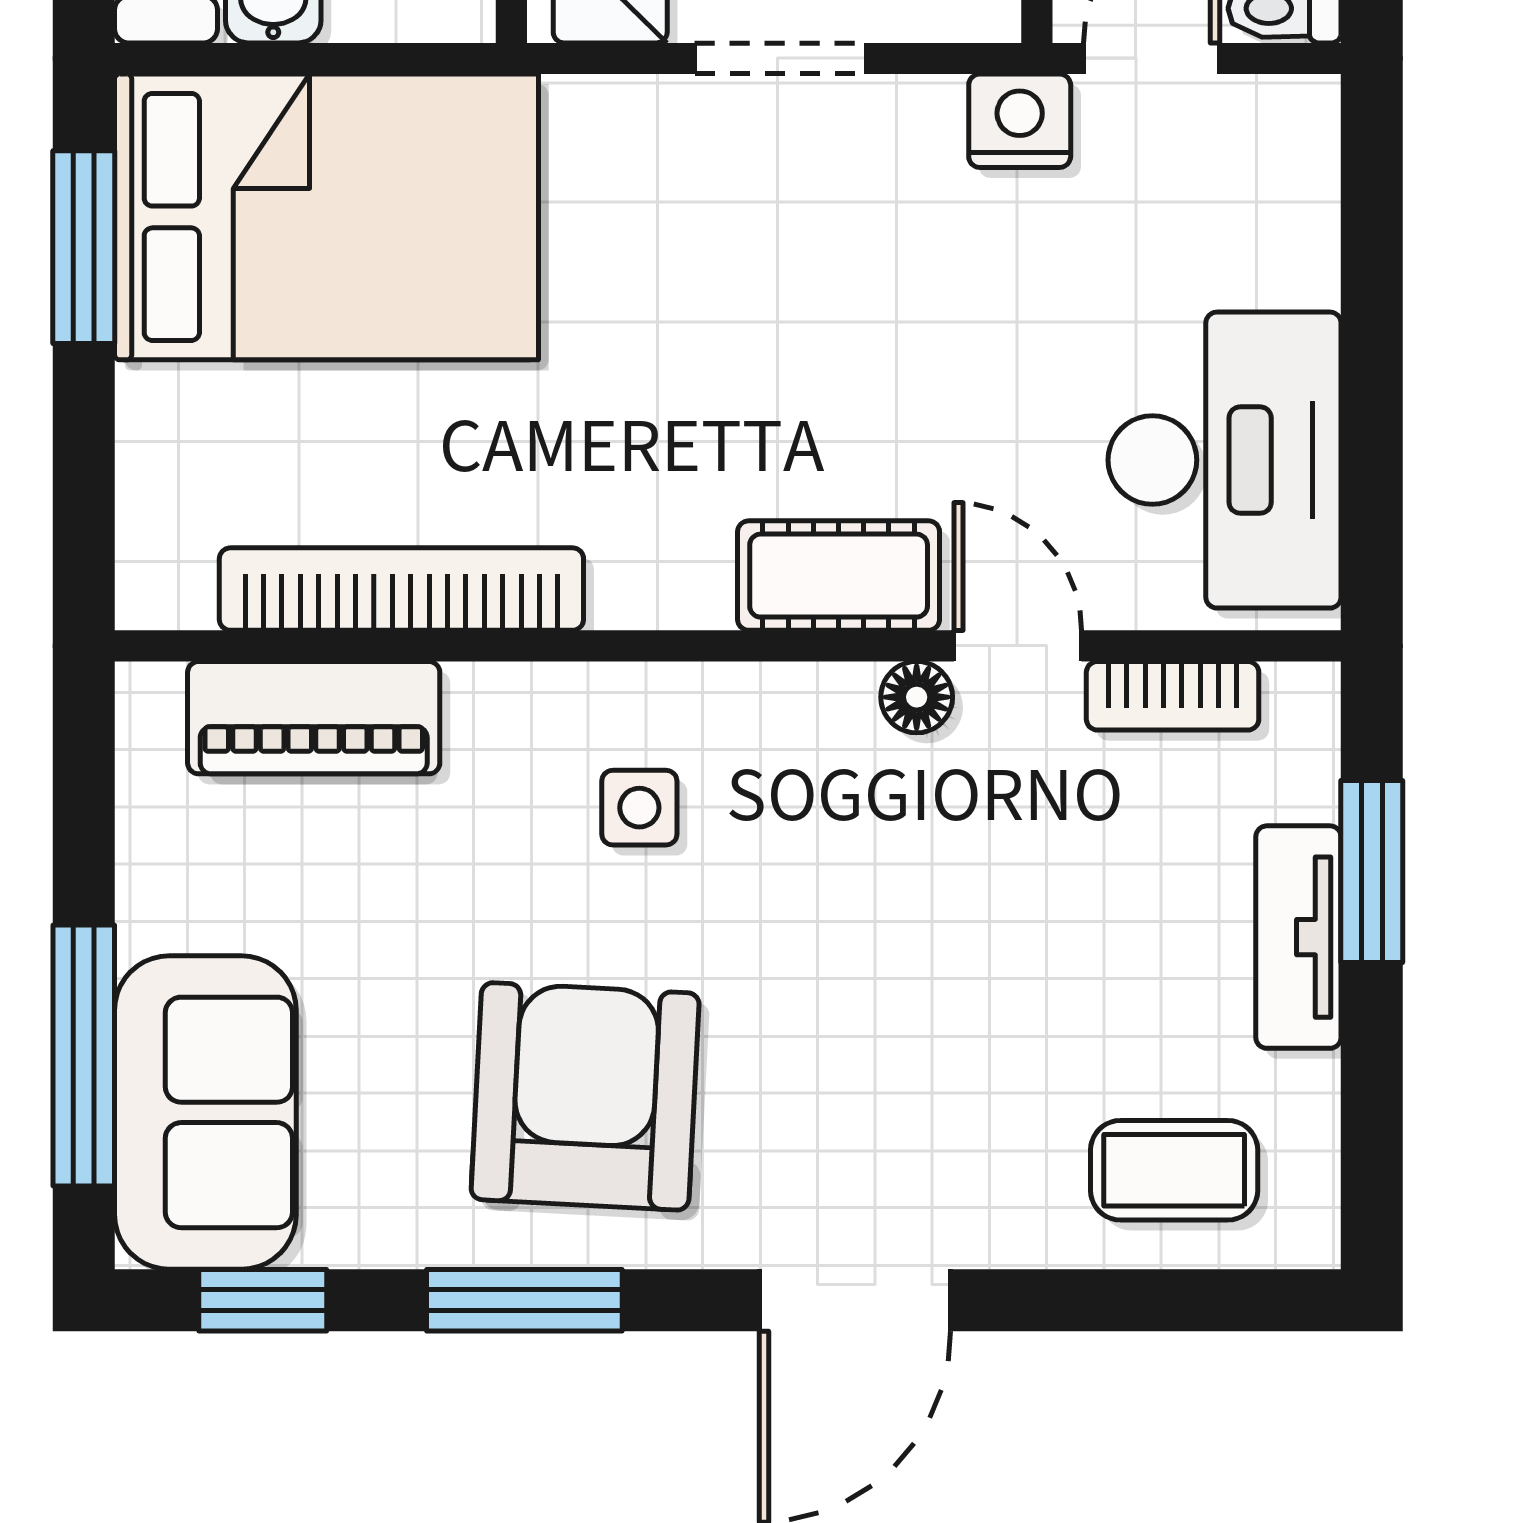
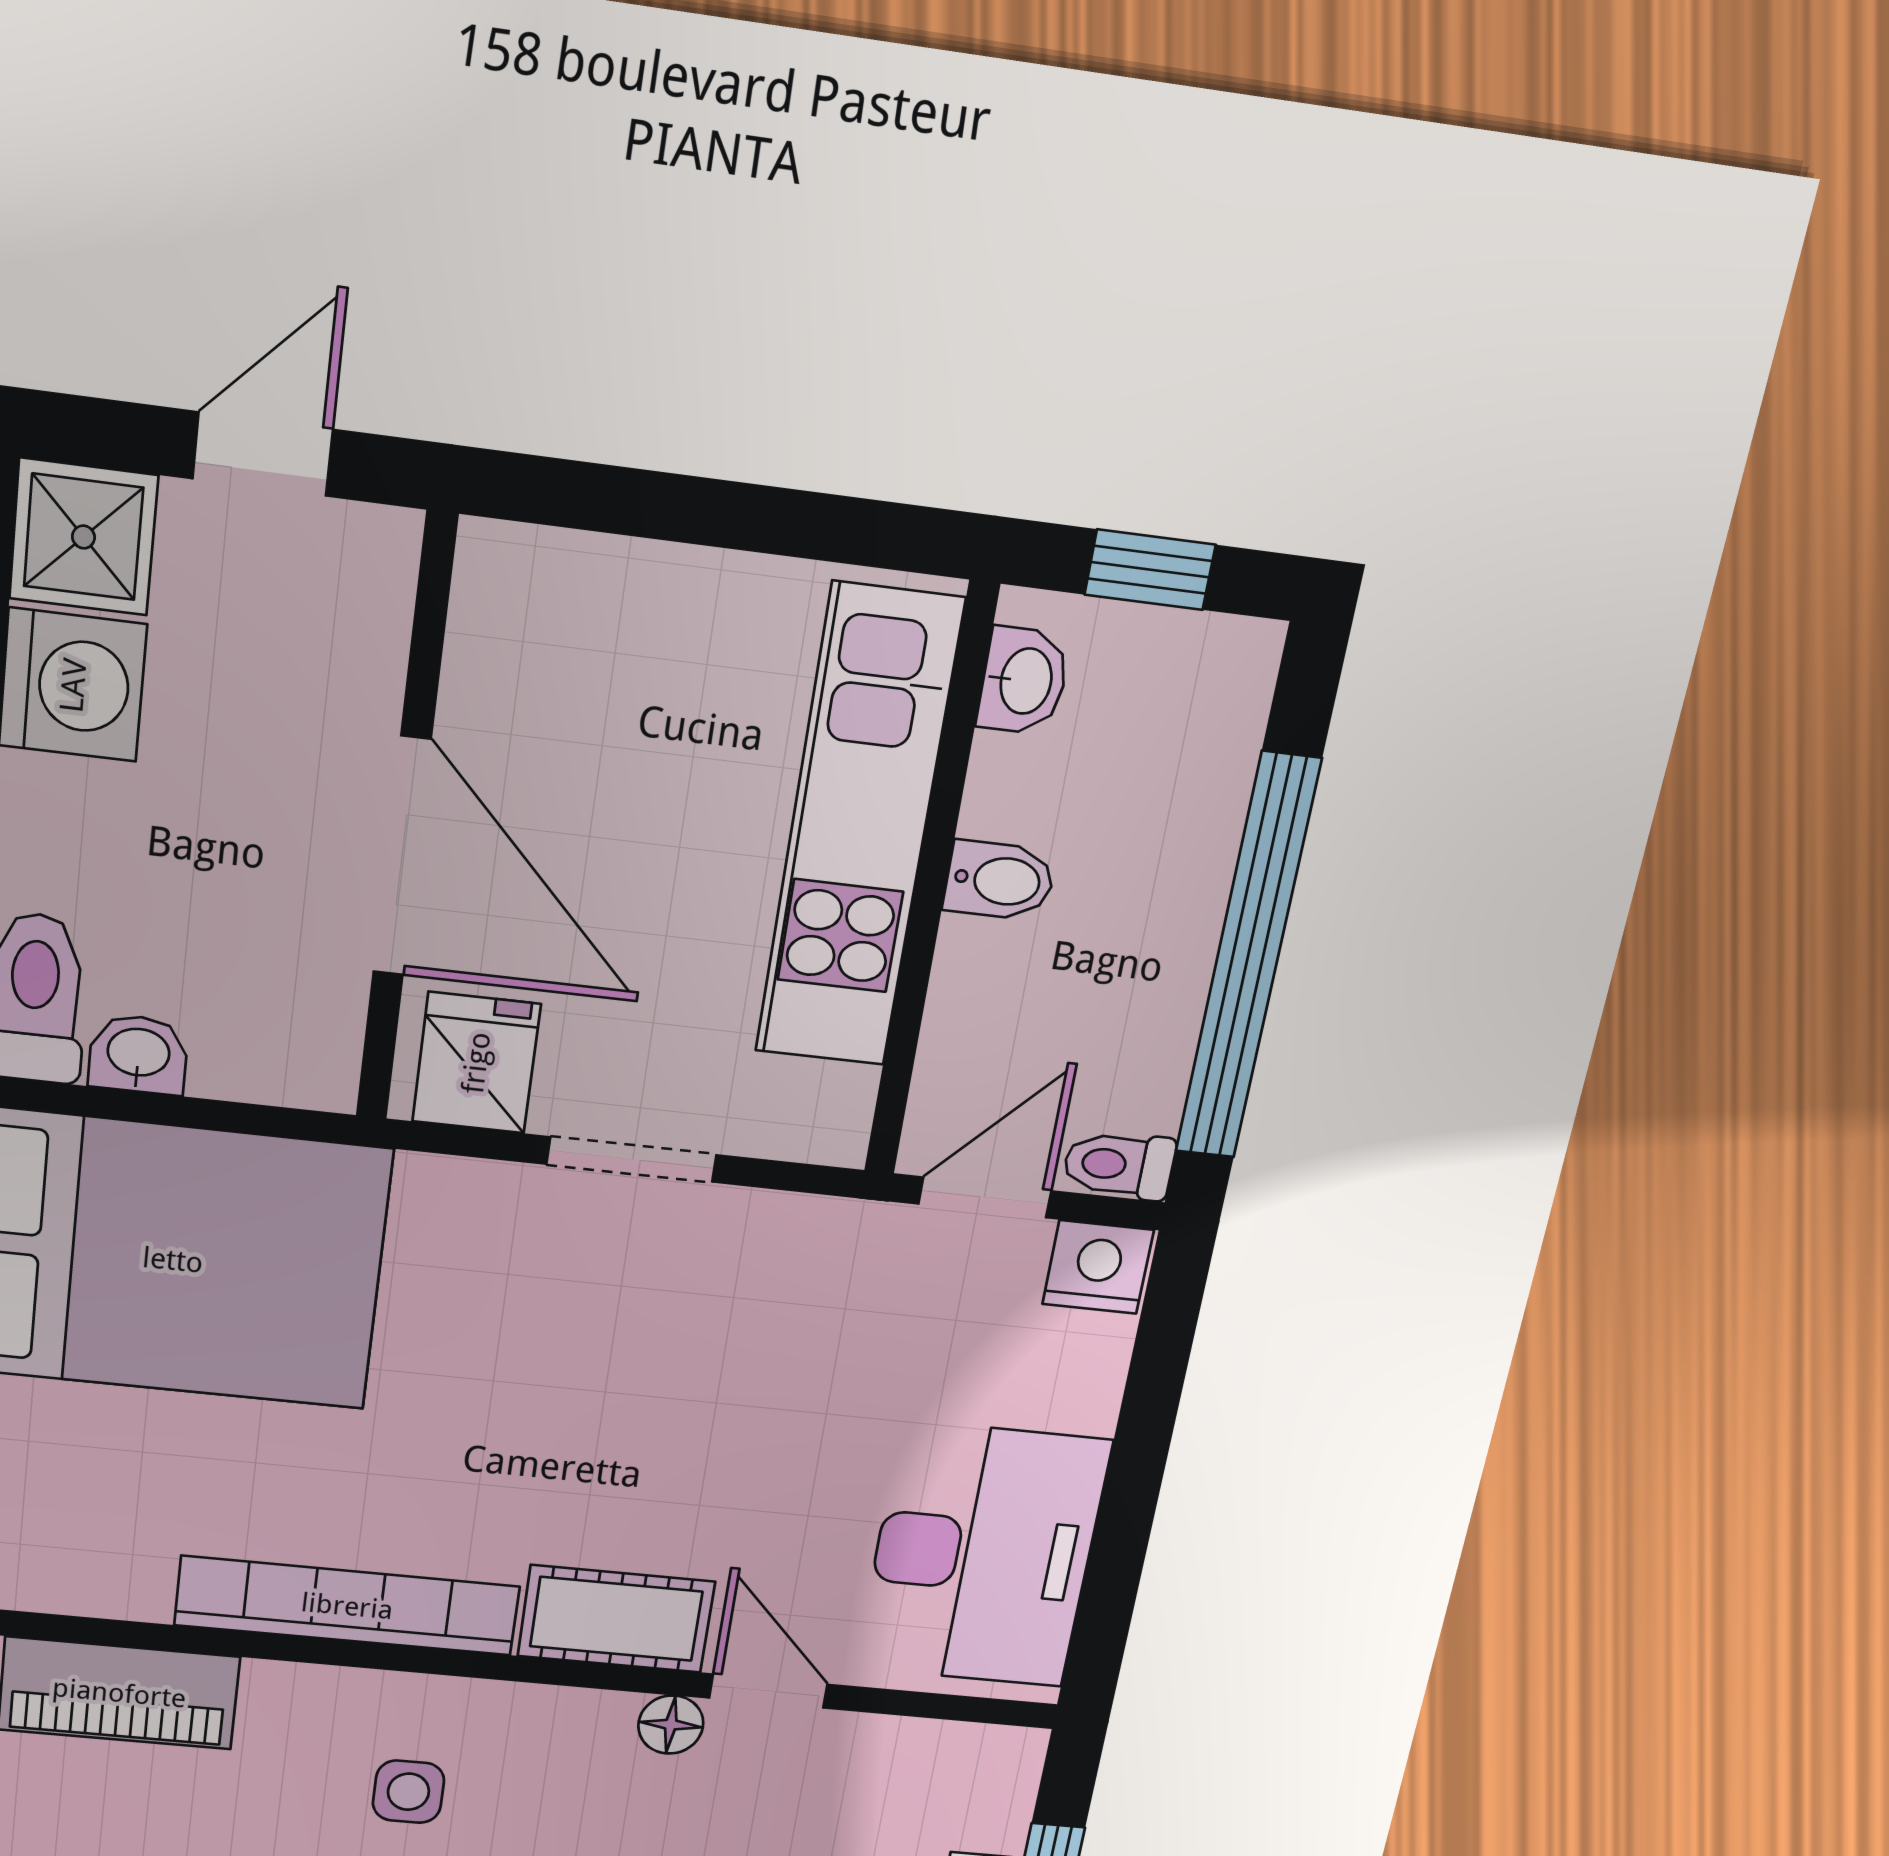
nightstand: (1020, 121) -> (1098, 1267), moved
bookcase: (401, 589) -> (347, 1606), moved
bookcase: (1173, 696) -> (898, 1743), removed

